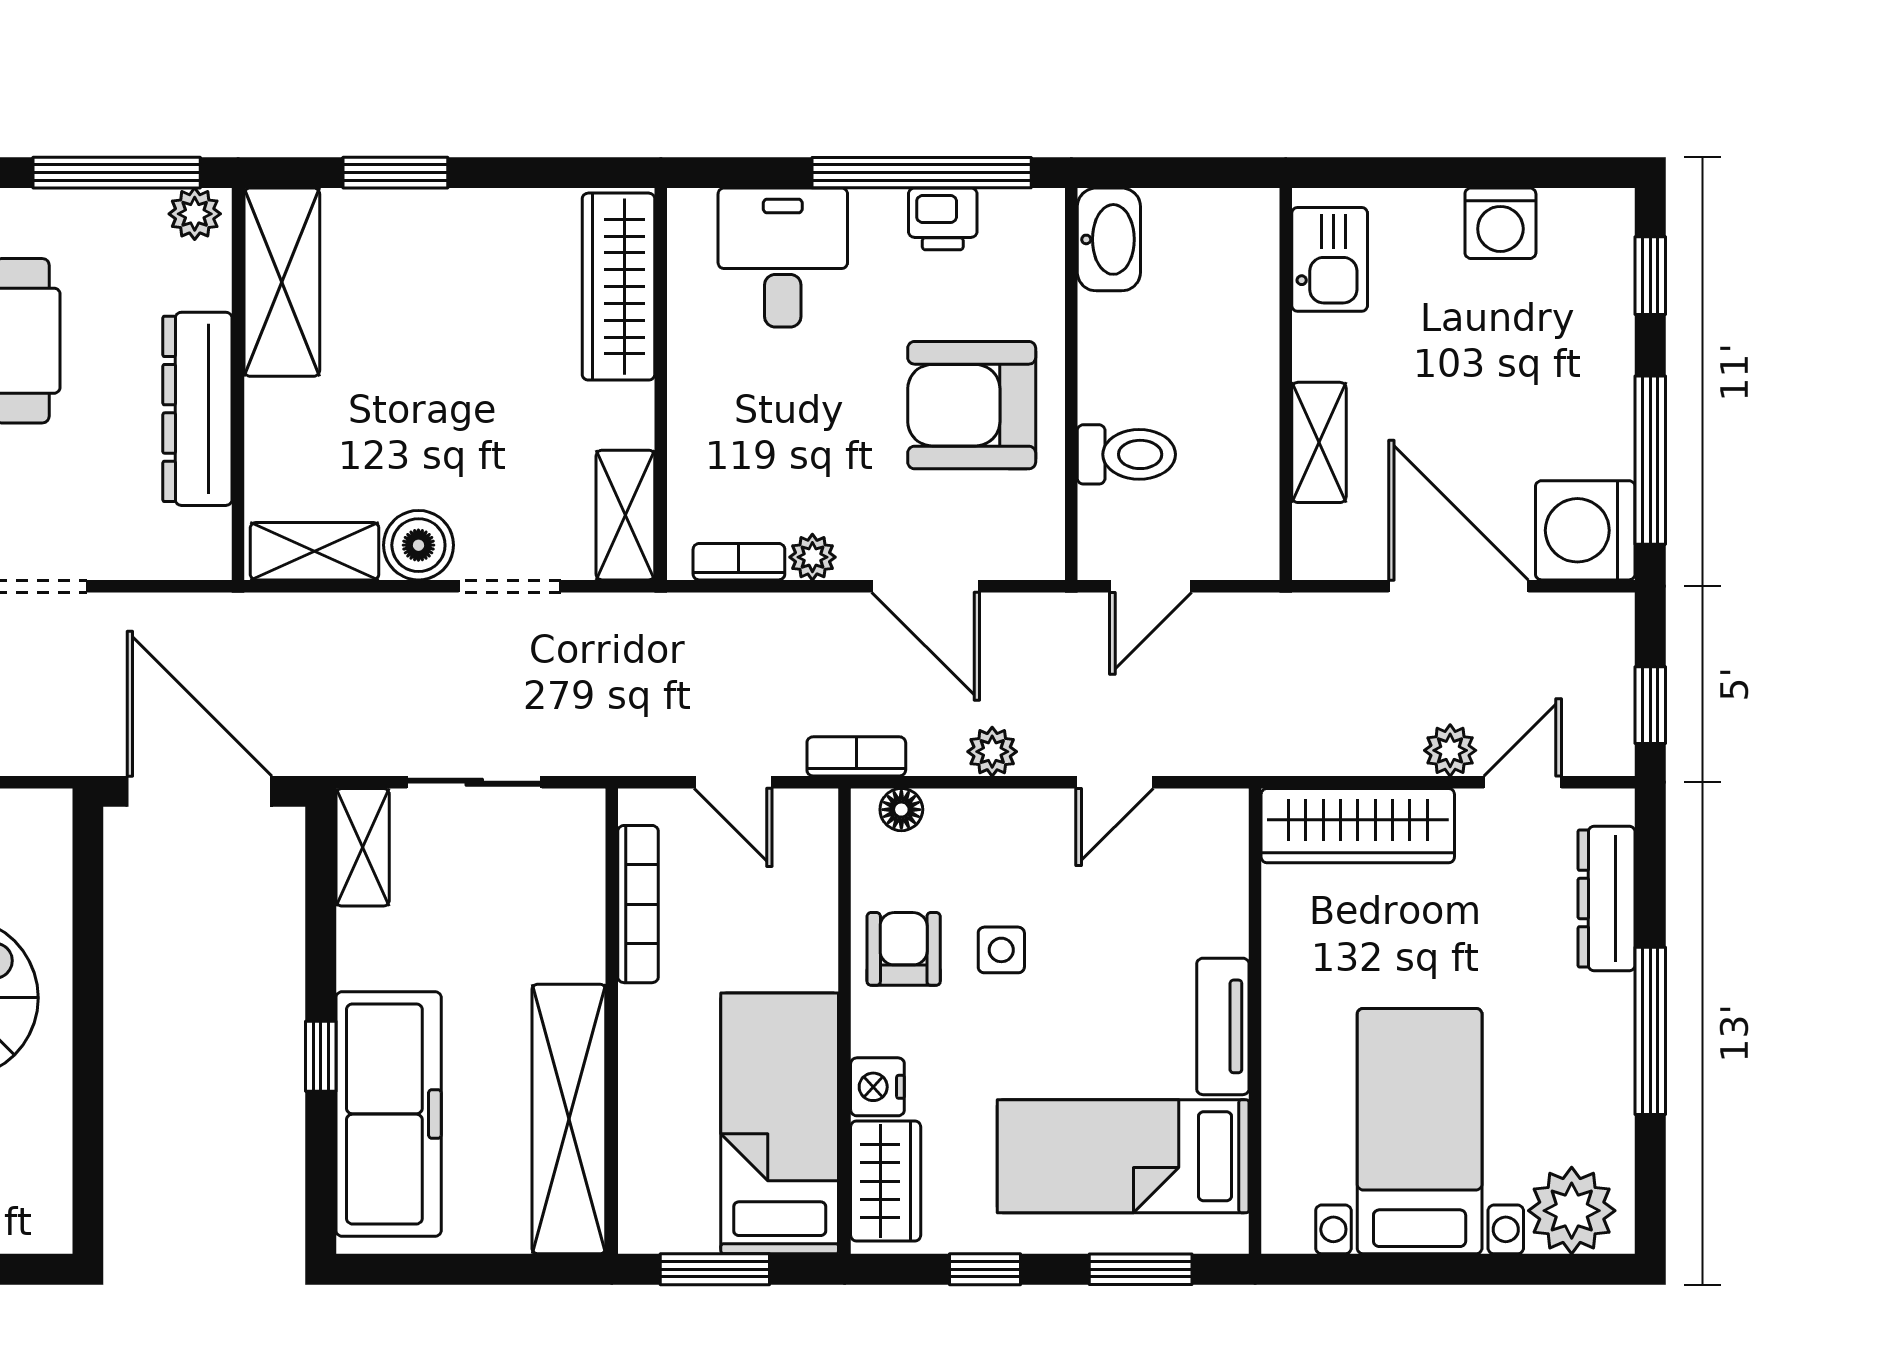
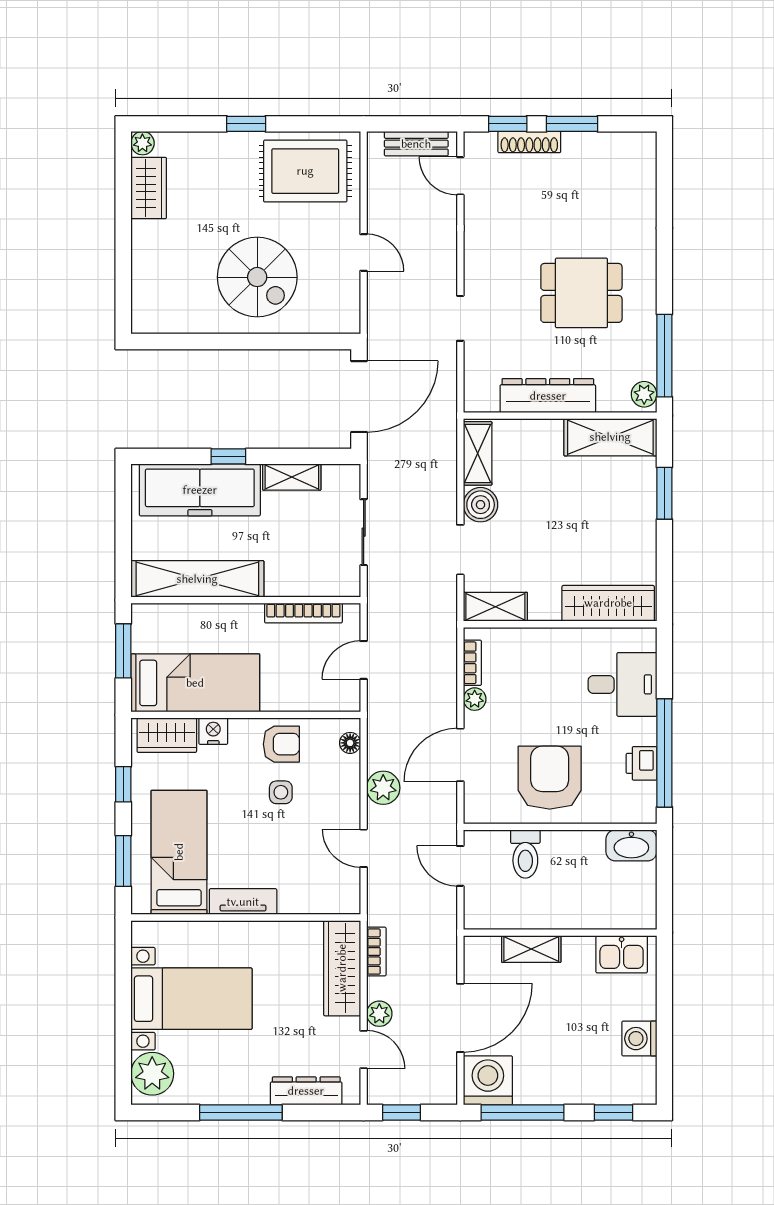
plant: (992, 752) -> (383, 788), width x1.38, depth x1.38
bookcase: (856, 756) -> (376, 952), moved
shelving: (363, 847) -> (292, 477), moved

